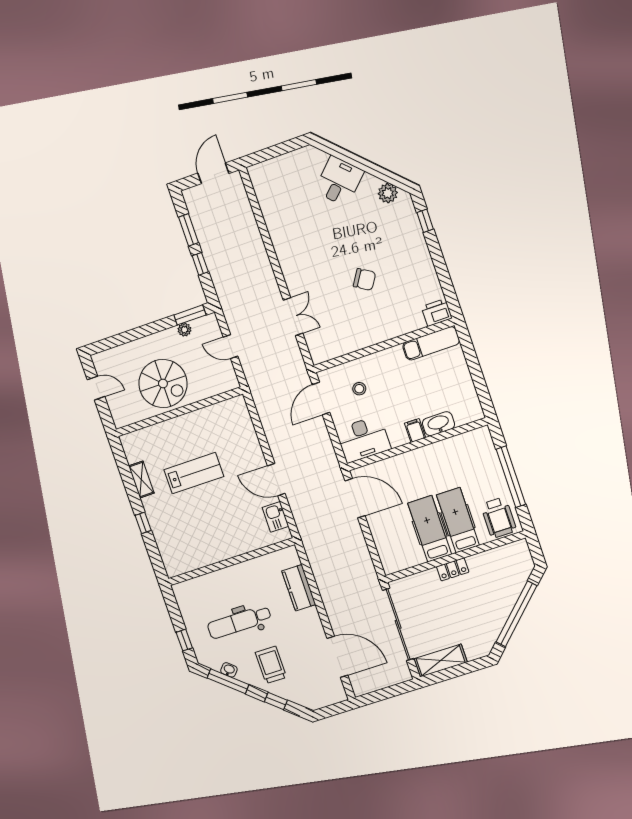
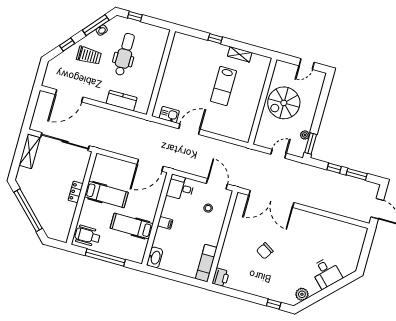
double door: (293, 317) -> (271, 199), width x1.87
washbasin: (439, 424) -> (155, 257), moved
desk: (363, 439) -> (180, 188), width x0.73
hospital bed: (458, 520) -> (132, 226), moved, turned 180

